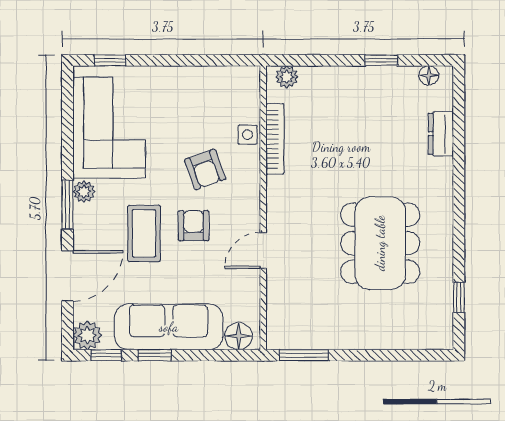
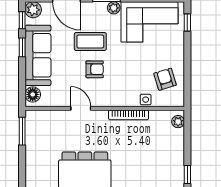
bookcase: (275, 139) -> (129, 115), moved
armchair: (205, 169) -> (165, 79), moved, turned 93

